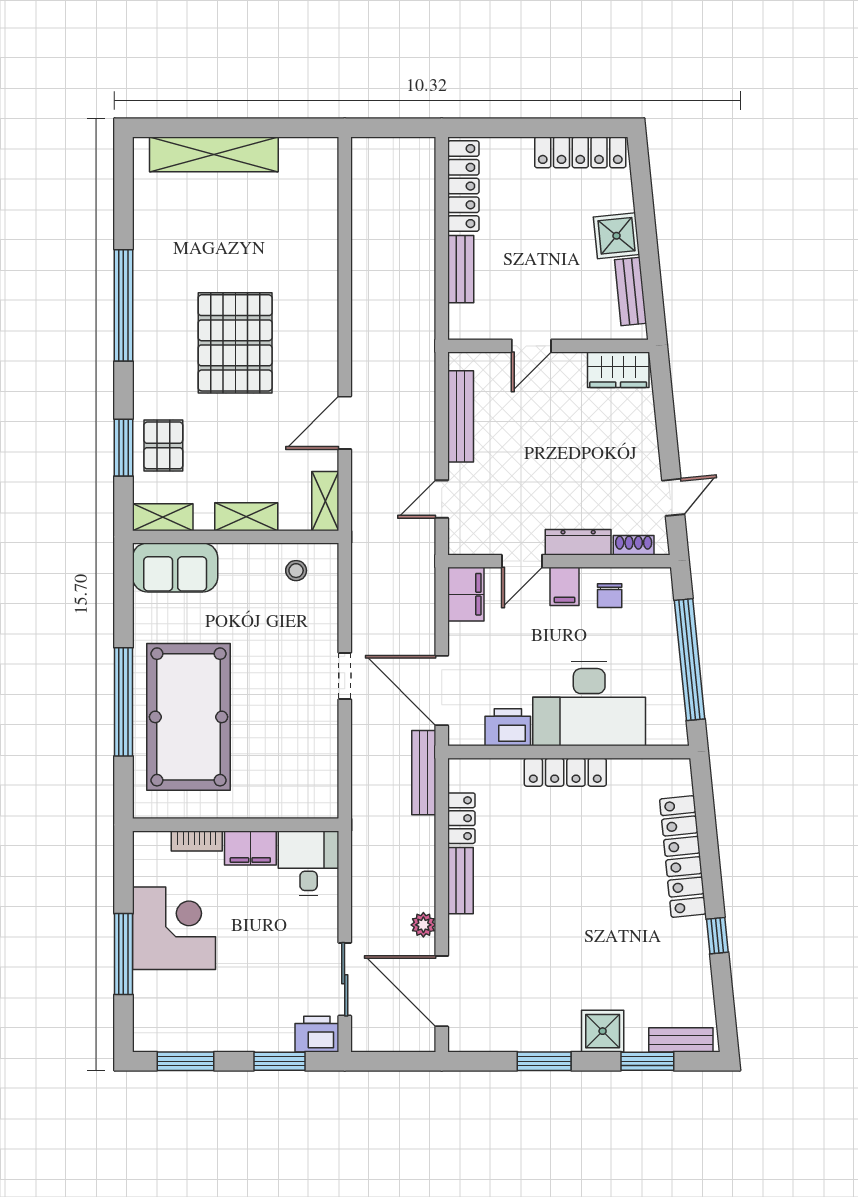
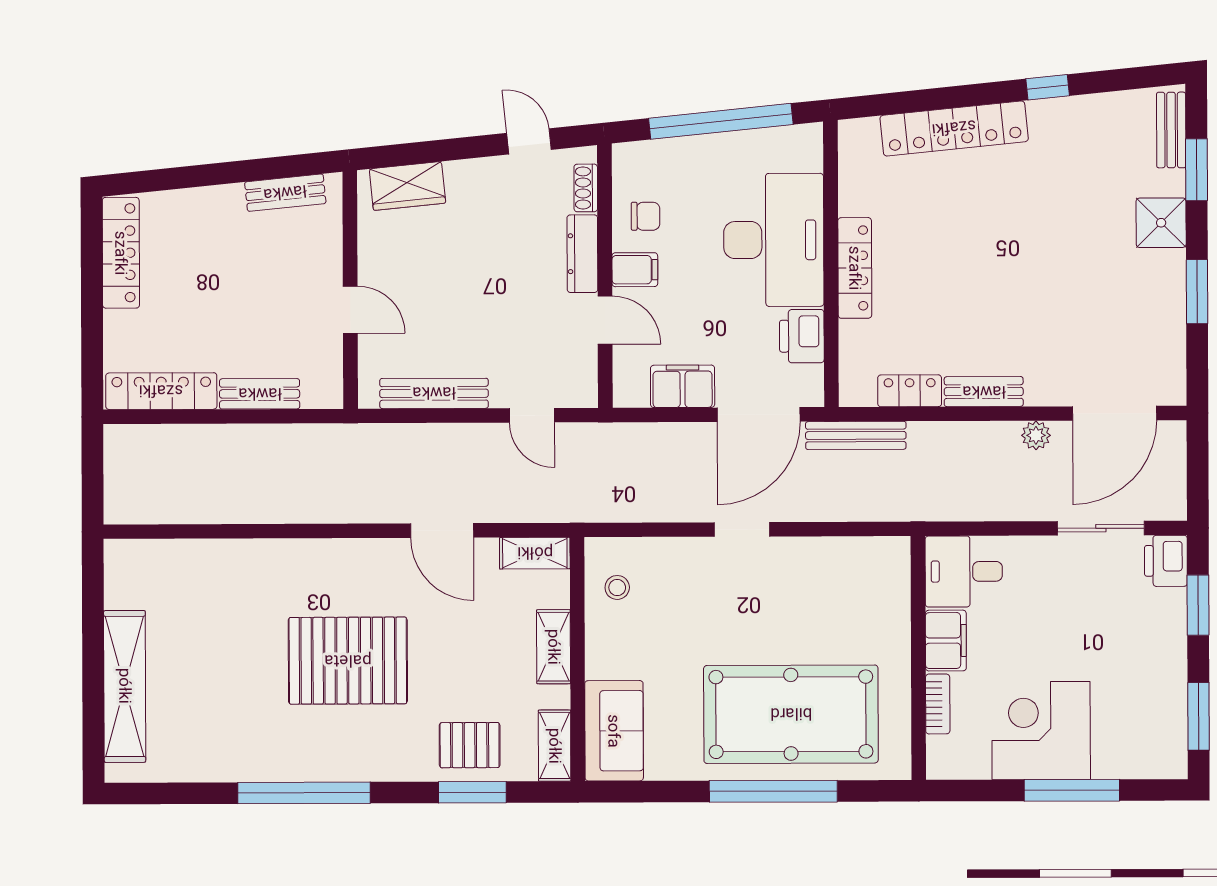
shower: (617, 236) -> (219, 210), removed
wardrobe: (618, 370) -> (407, 186), moved, turned 84
filing cabinet: (466, 594) -> (683, 386), moved

